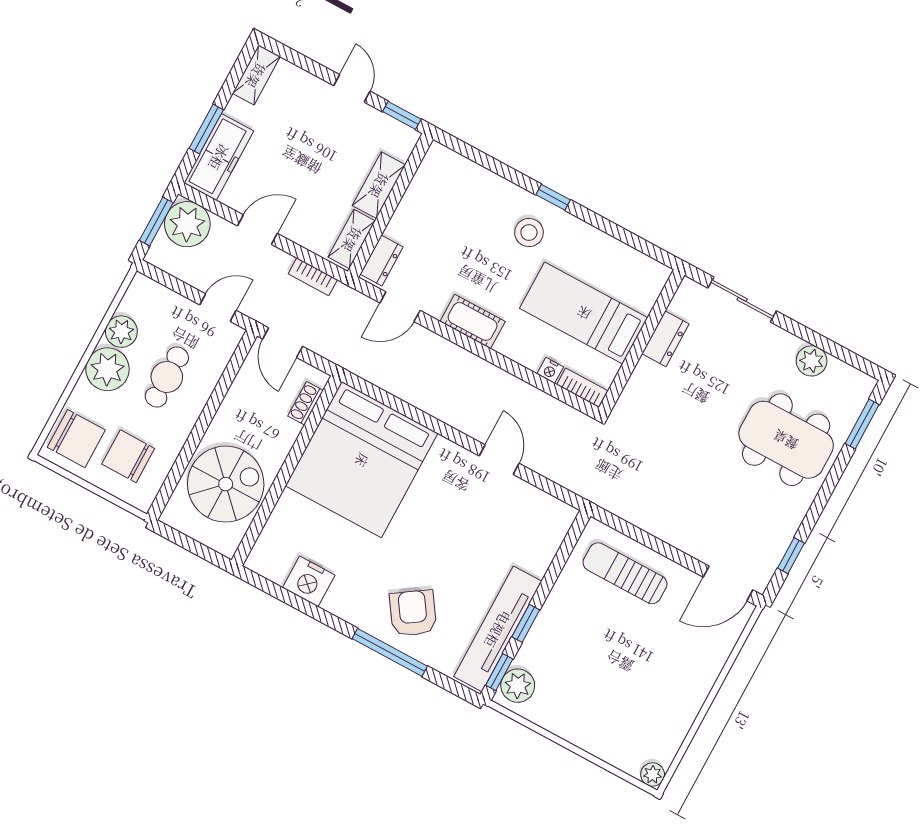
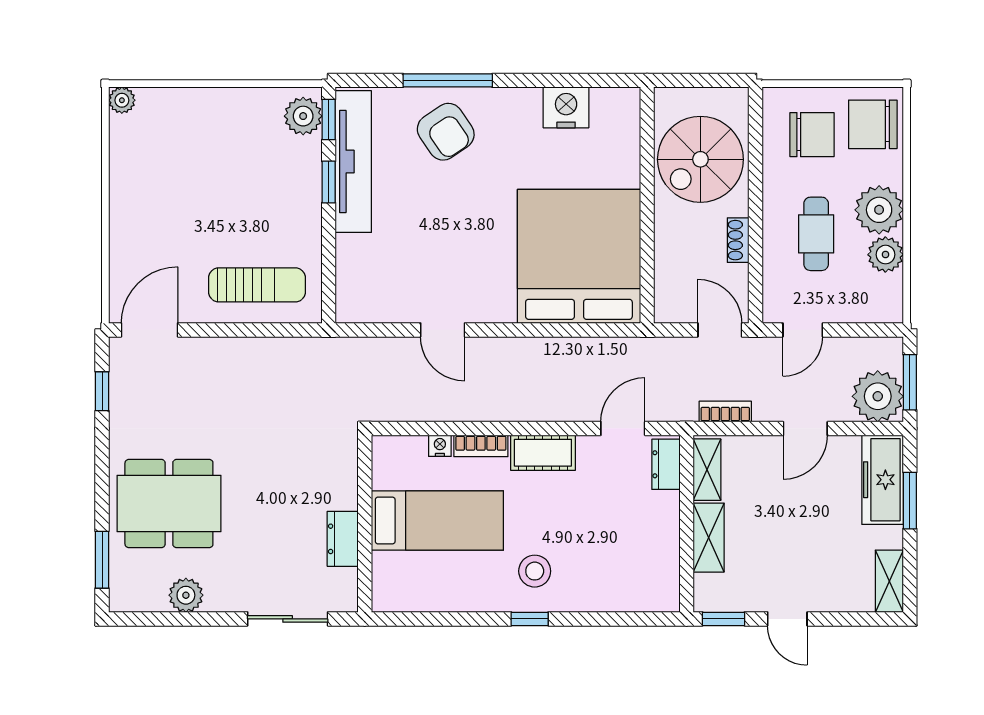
bookcase: (582, 388) -> (481, 446), moved
shoe rack: (306, 403) -> (738, 240), moved, turned 180

